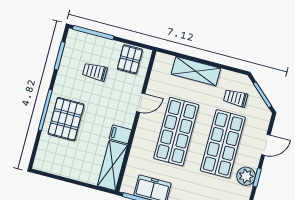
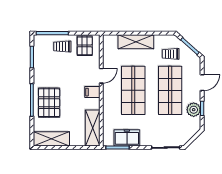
trolley: (95, 72) -> (62, 46), moved
filing cabinet: (120, 134) -> (92, 92), moved
shelving: (57, 165) -> (51, 139), added

